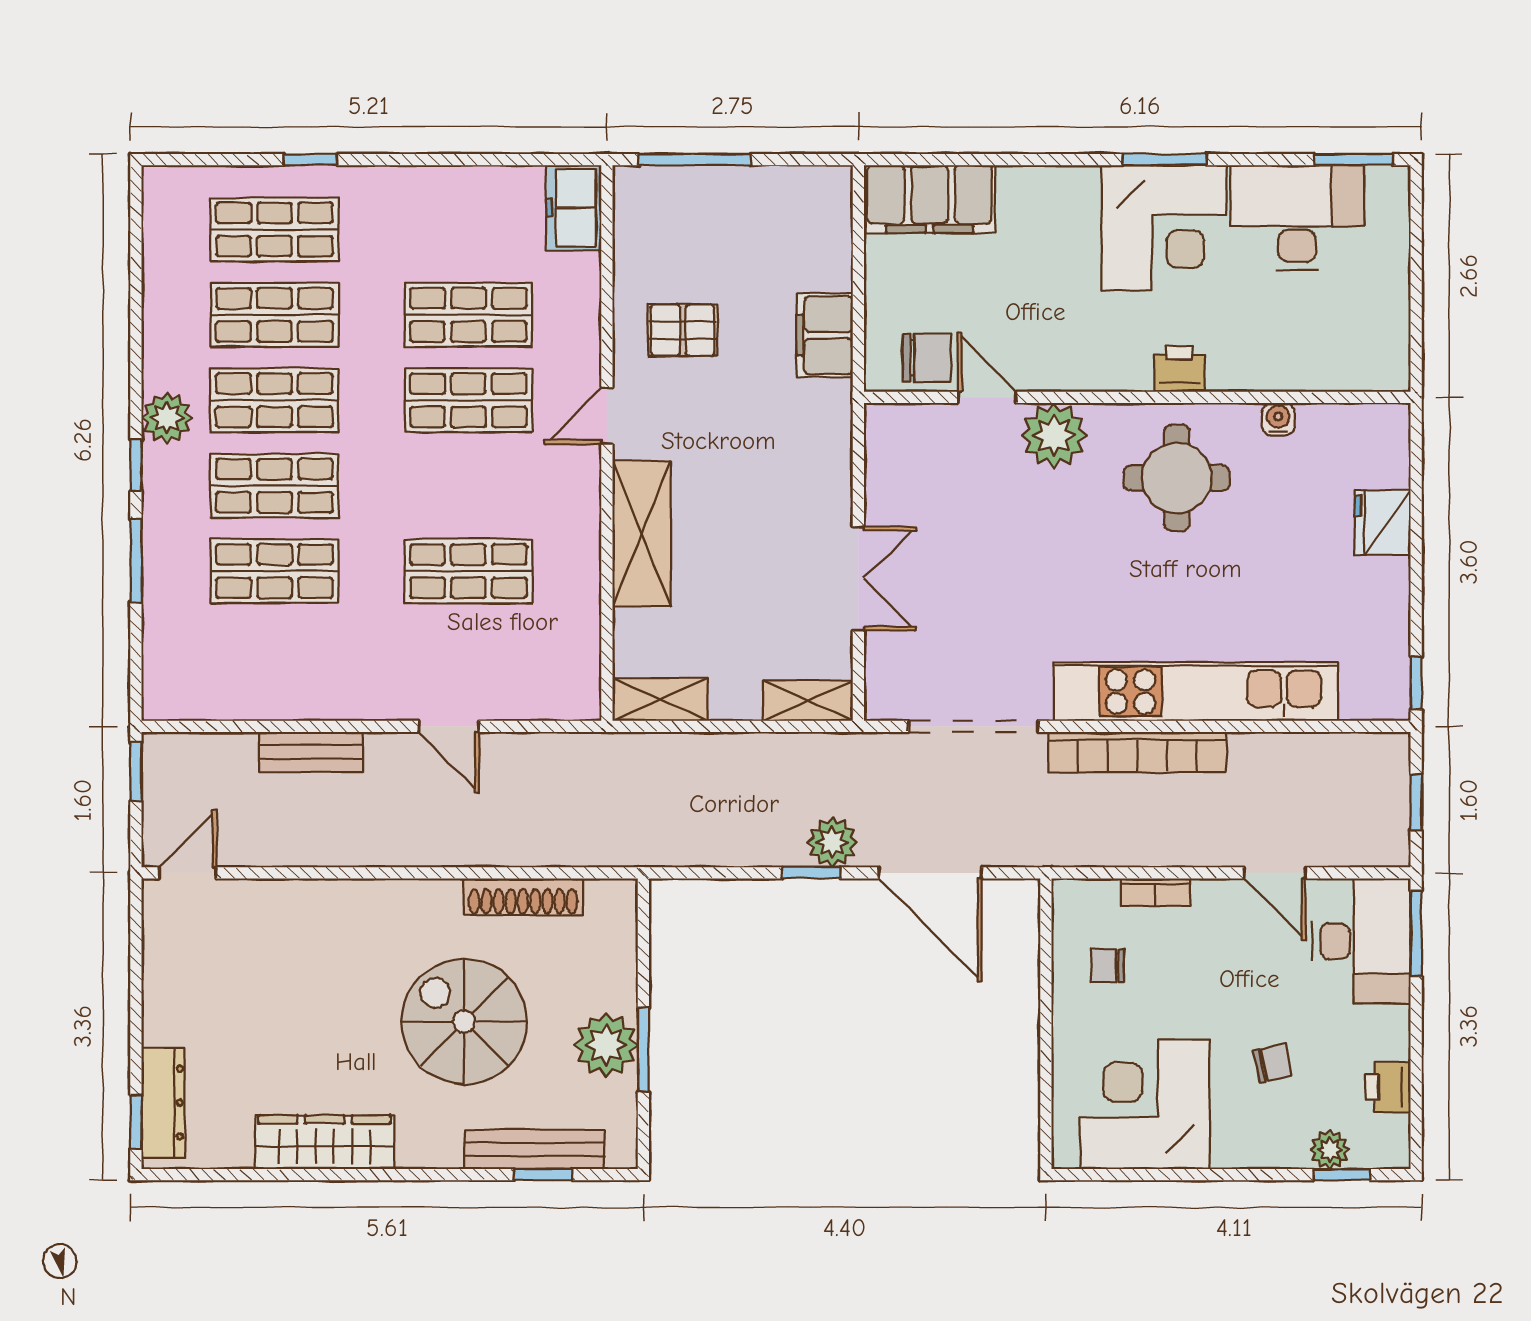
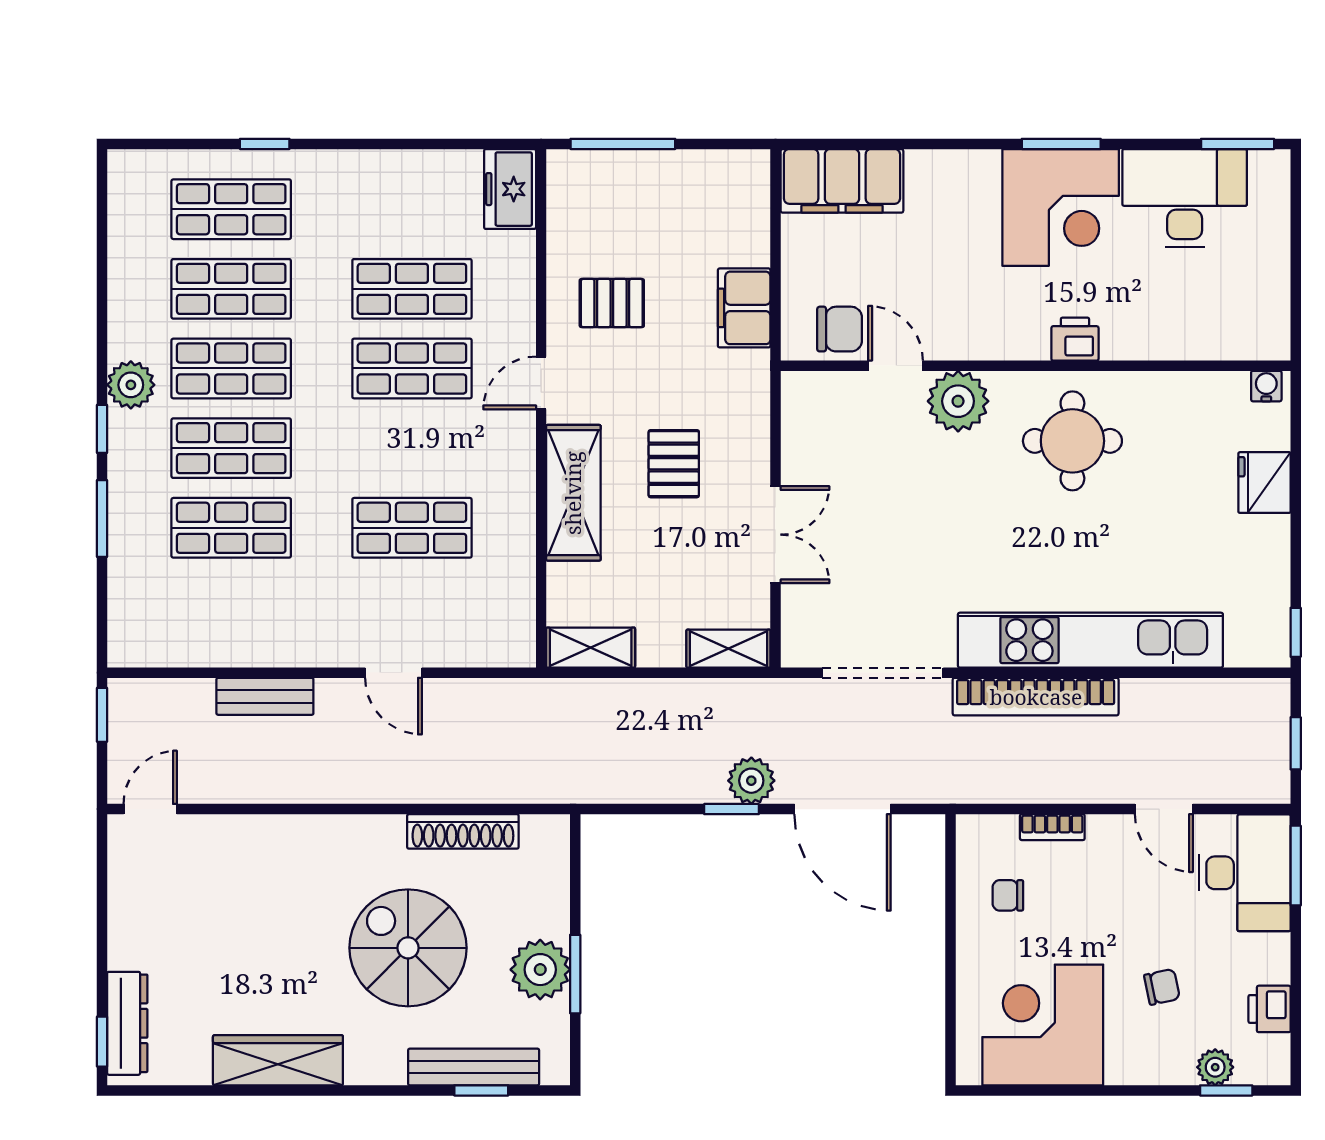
water cooler: (1278, 419) -> (1266, 386), moved
pallet: (749, 502) -> (674, 464), added

